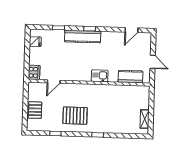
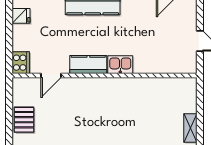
kitchen counter: (131, 77) -> (88, 64), moved
pallet: (75, 116) -> (85, 126), removed

